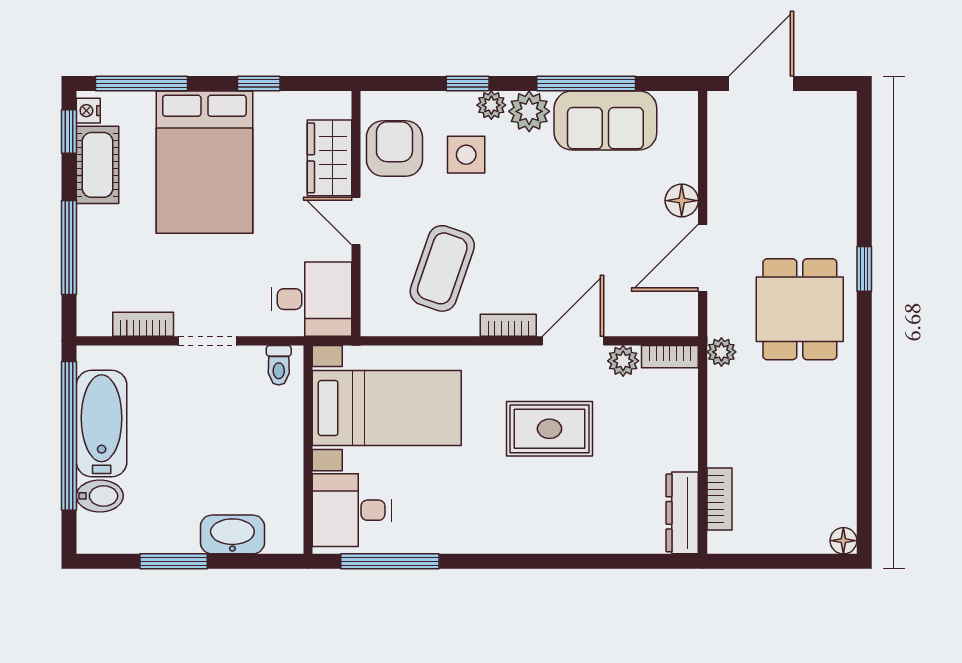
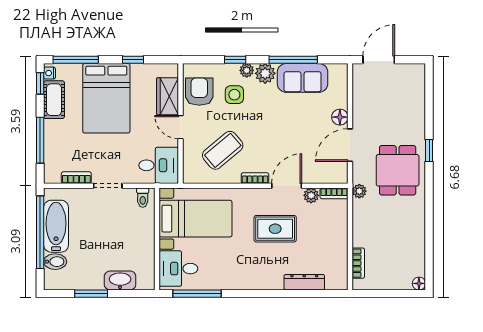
coffee table: (442, 268) -> (223, 150), turned 31
dresser: (682, 513) -> (304, 282), moved, turned 90

